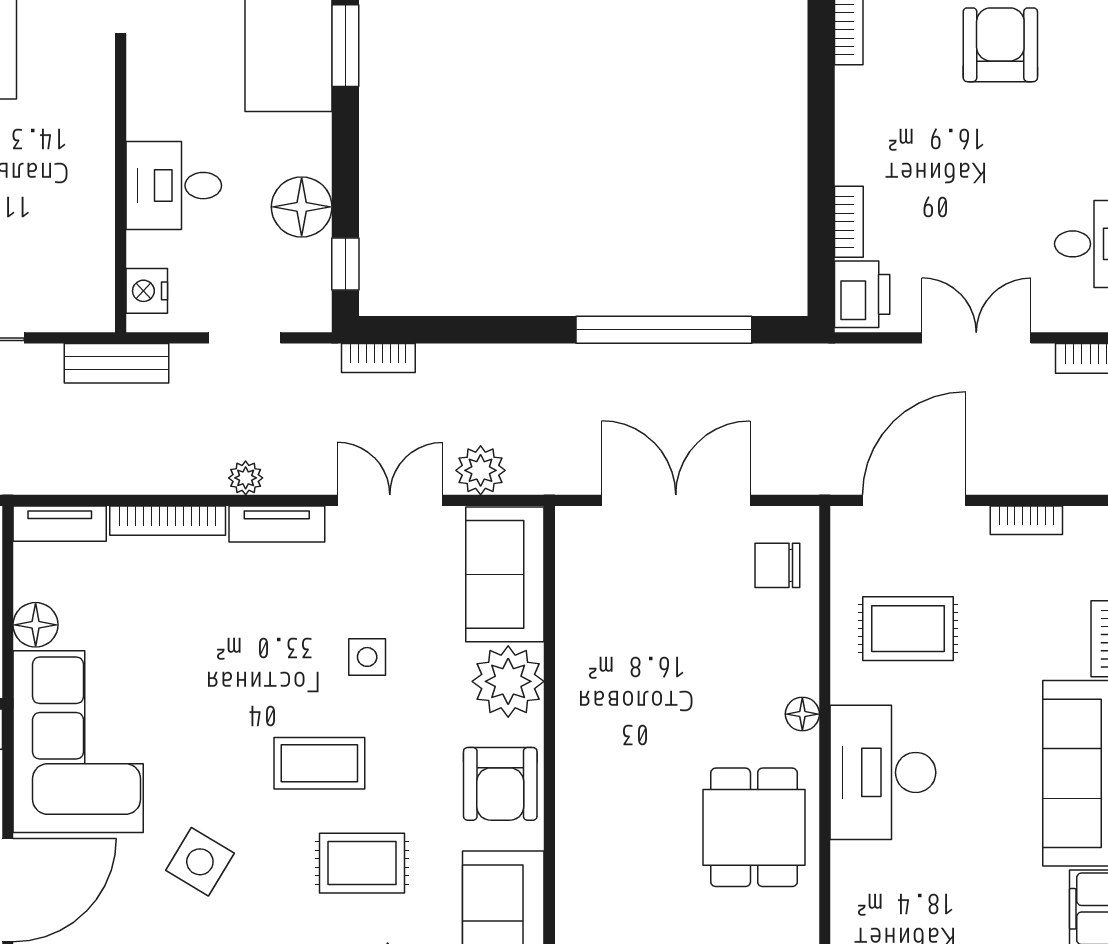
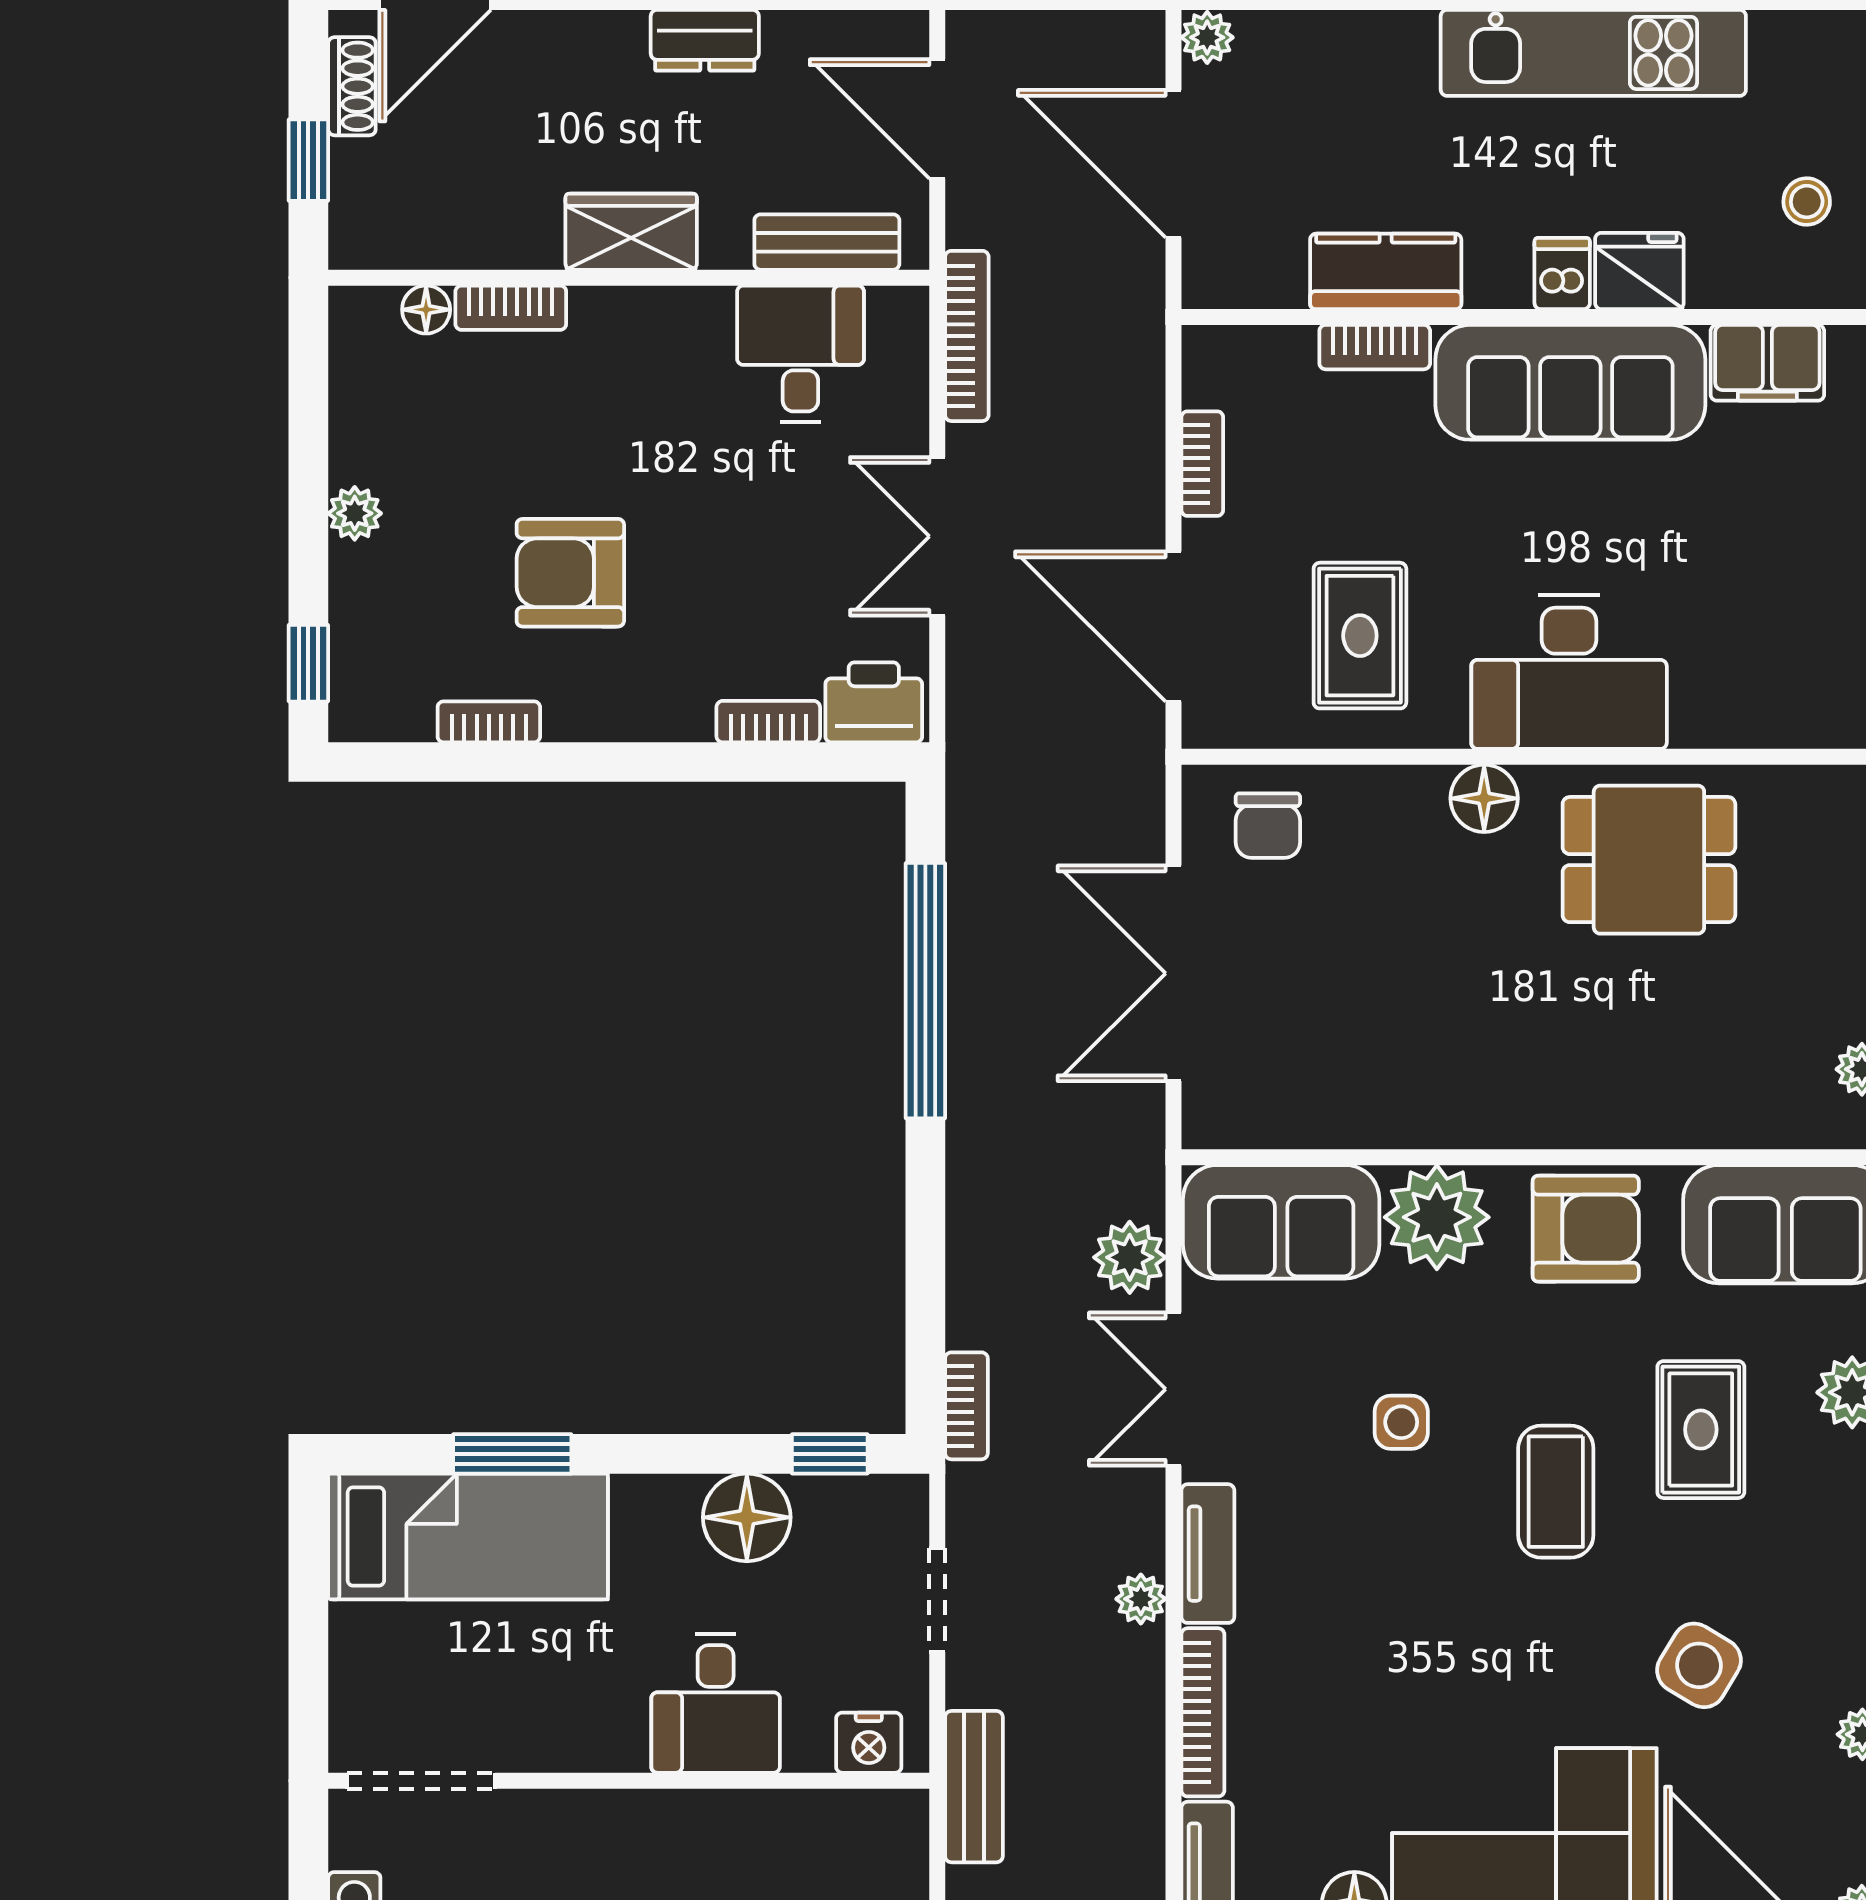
armchair: (1000, 45) -> (570, 573), moved
floor lamp: (802, 714) -> (1484, 798), width x1.37, depth x1.37

